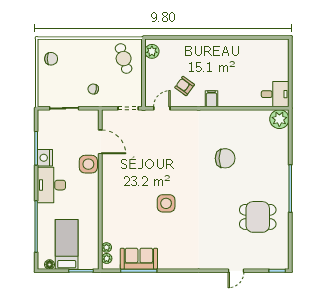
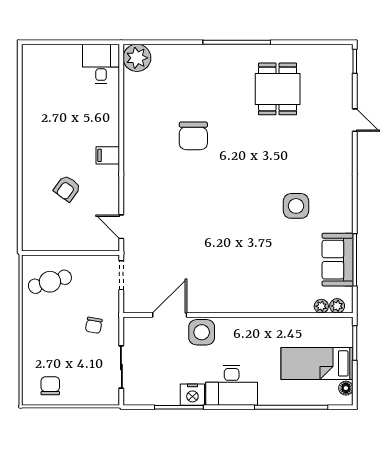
plant: (152, 51) -> (40, 241), removed
armchair: (185, 86) -> (67, 188), moved
chair: (225, 158) -> (193, 136), turned 180
side table: (166, 203) -> (296, 206), moved

